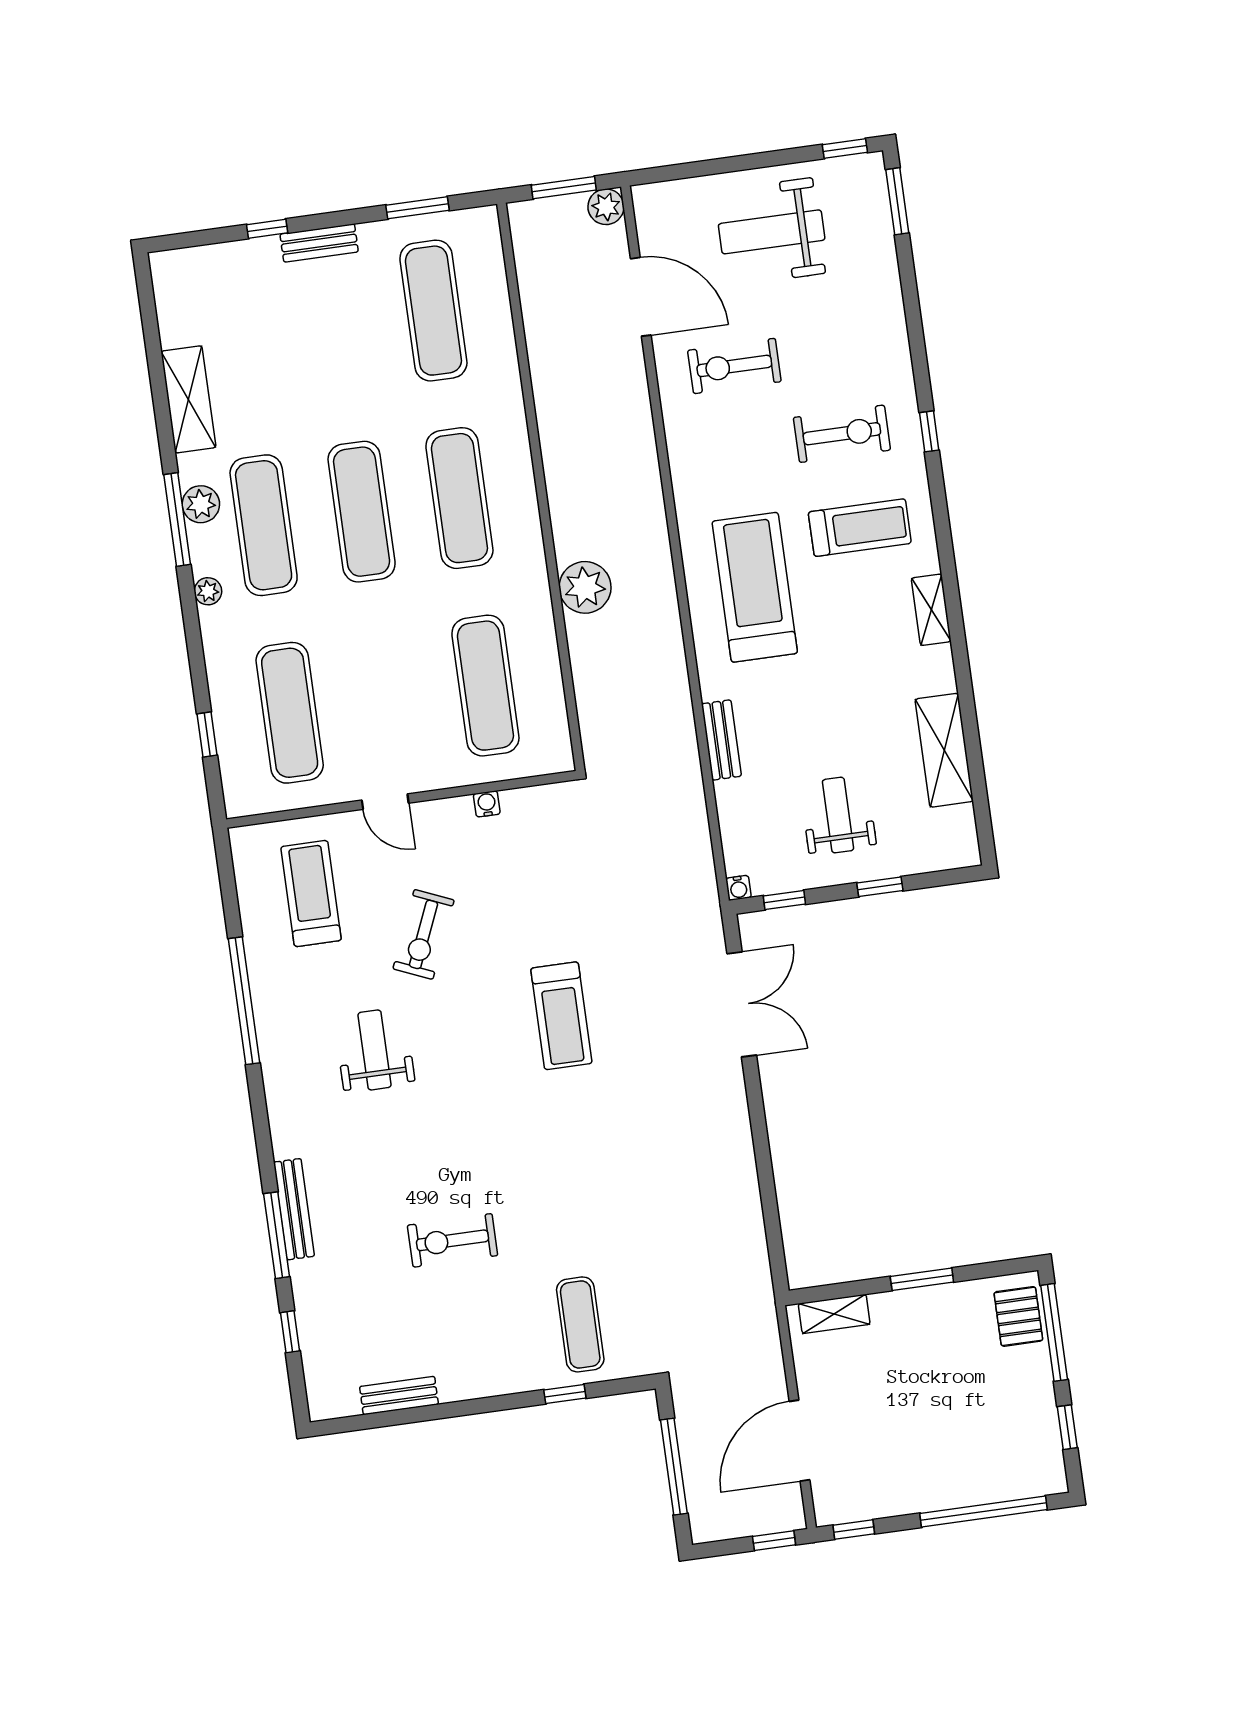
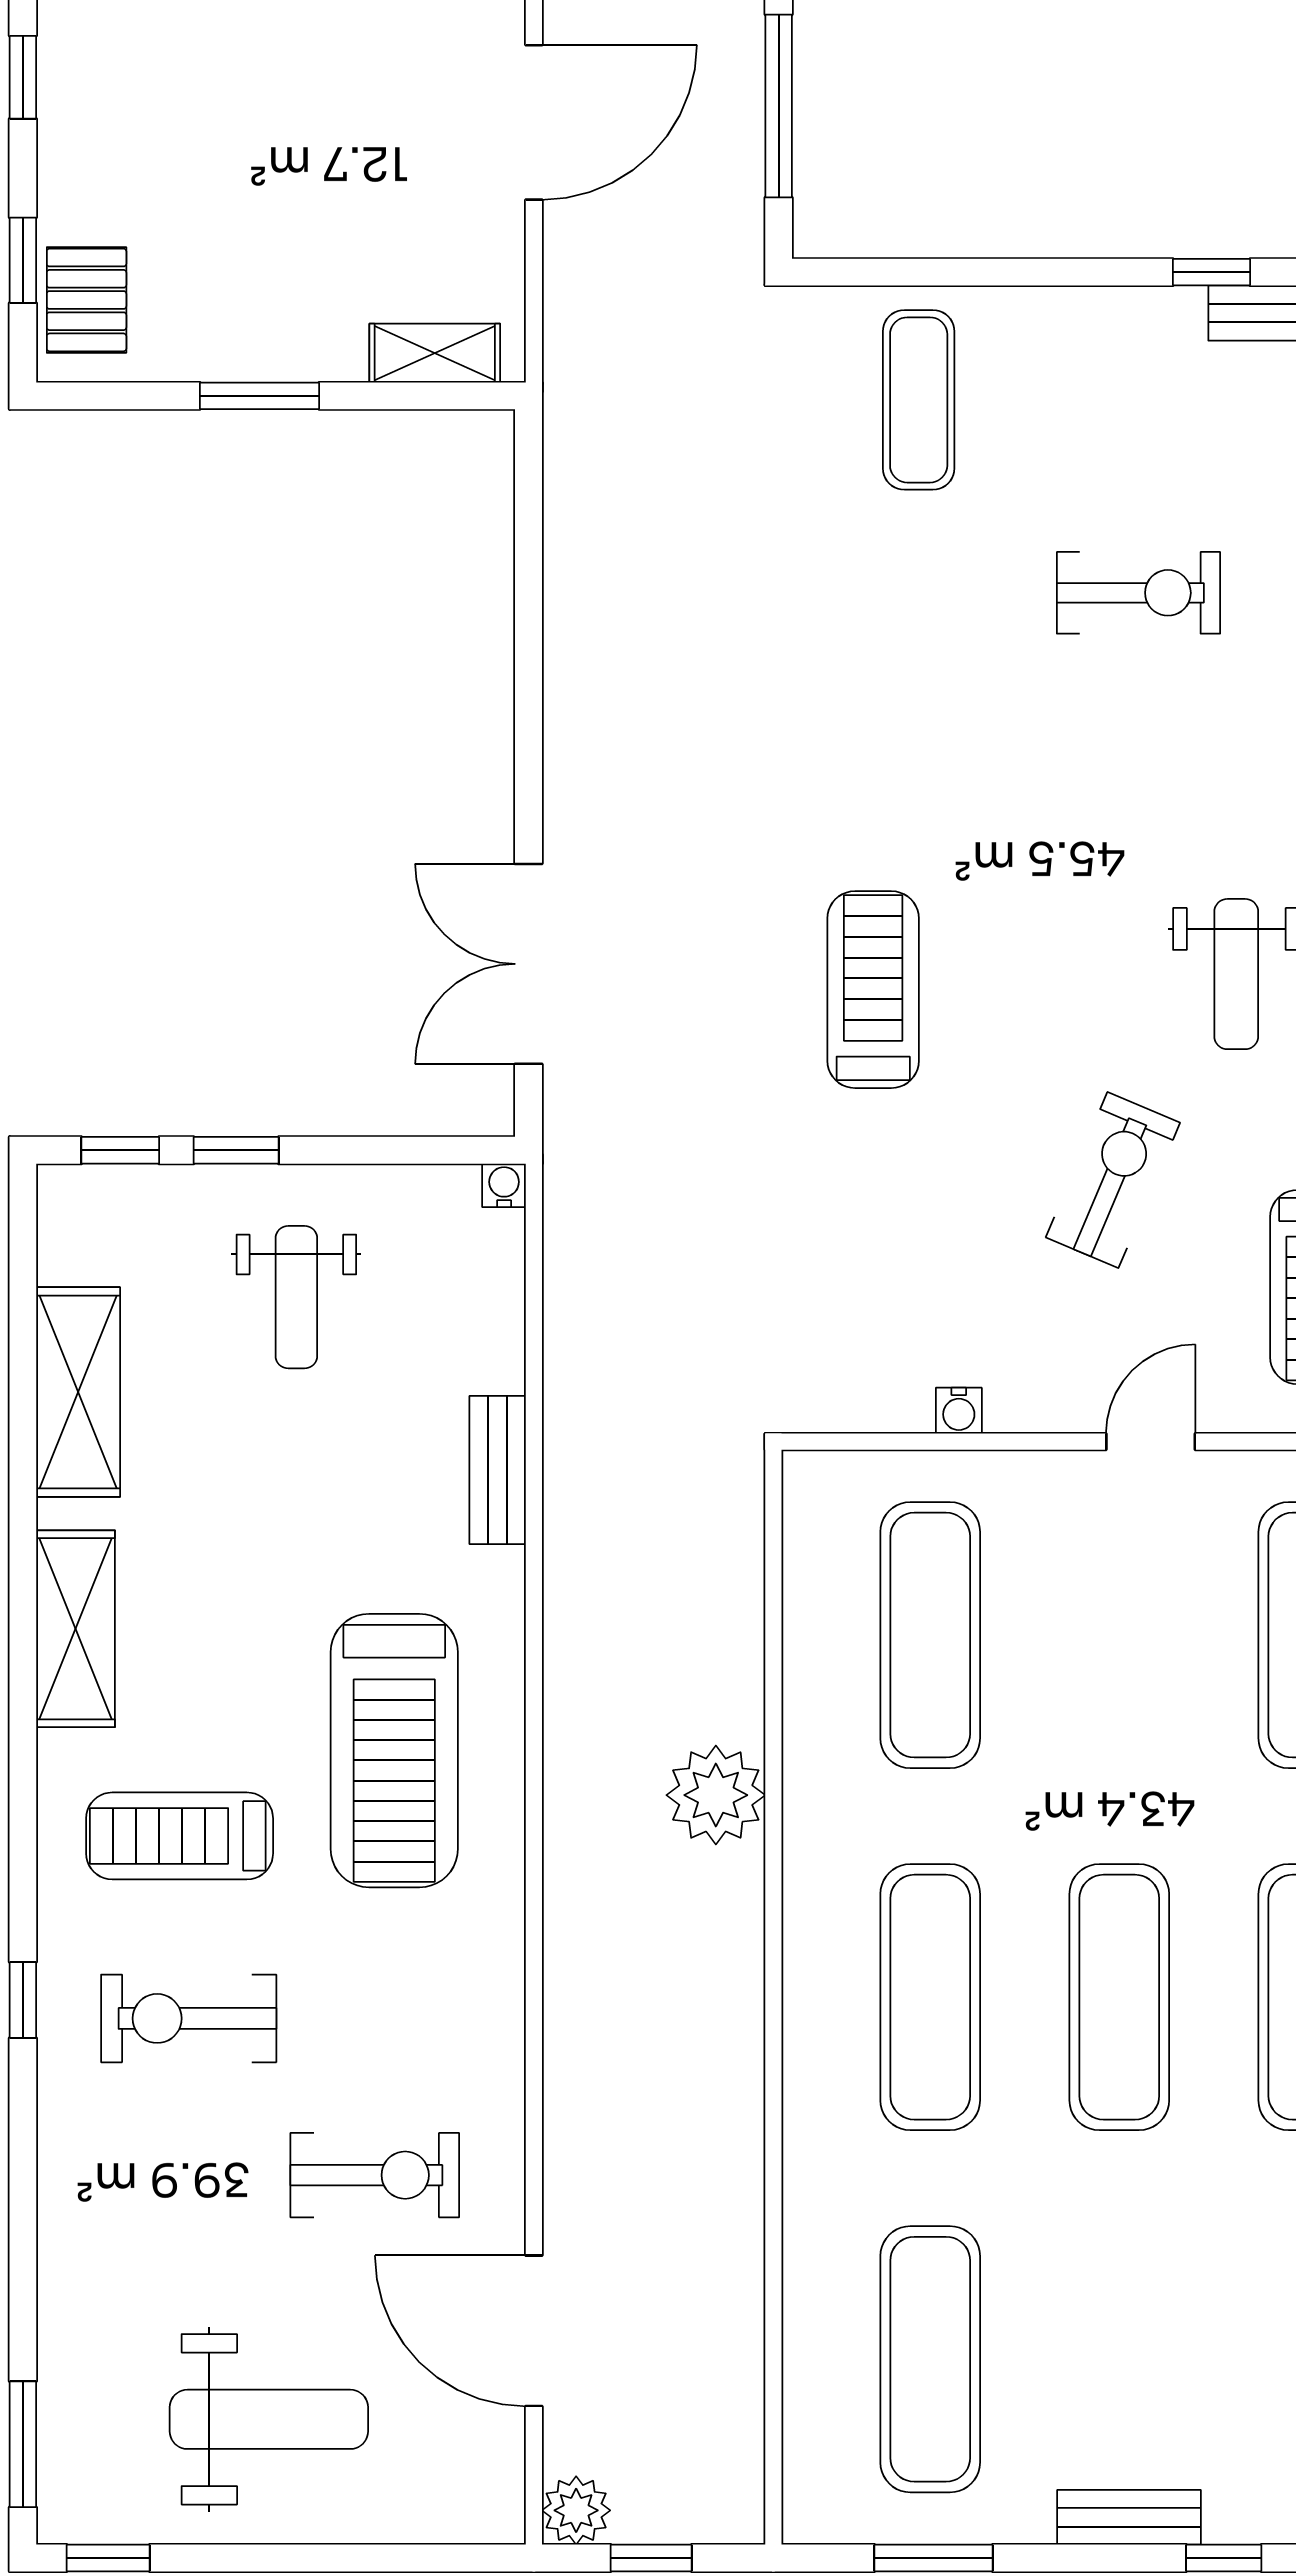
window: (564, 188) -> (651, 2558), width x0.67
shelving: (931, 610) -> (76, 1629), width x1.50, depth x1.33
door: (385, 802) -> (1151, 1442), hinge flipped
window: (784, 900) -> (120, 1150), moved
window: (1054, 1332) -> (23, 260), width x0.46
window: (565, 1394) -> (1211, 272), moved

